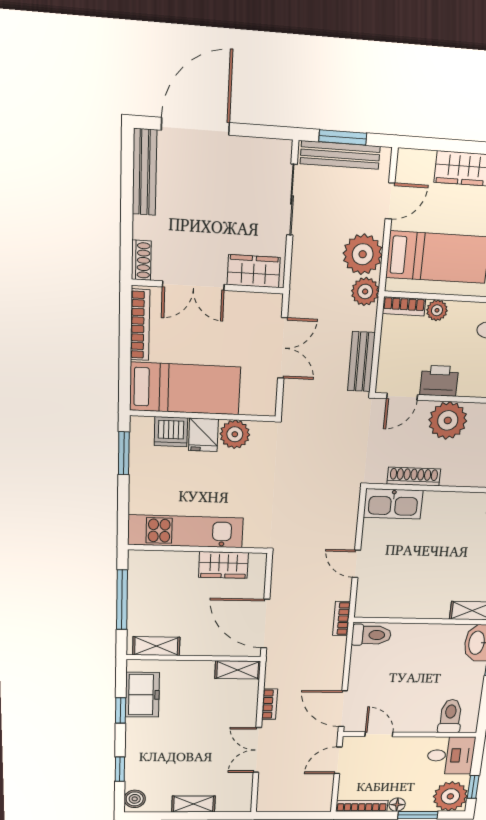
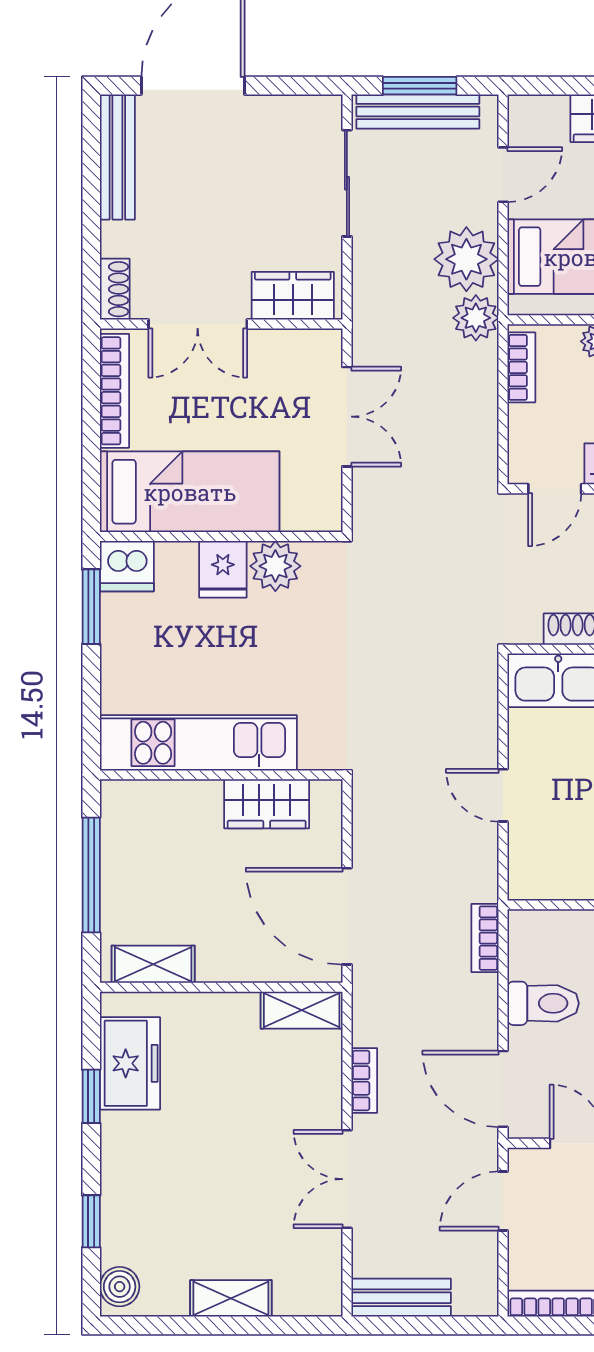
bookcase: (404, 306) -> (521, 367), moved, turned -90
bench: (361, 362) -> (401, 1298), moved, turned 90
dishwasher: (171, 432) -> (127, 566), moved
bookcase: (341, 619) -> (485, 938), moved
toilet: (371, 635) -> (543, 1003), moved

